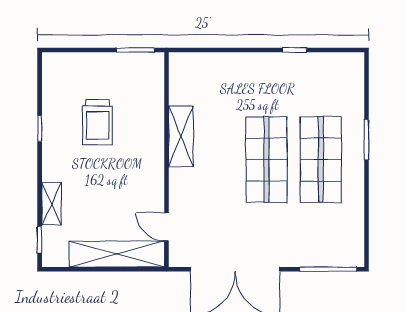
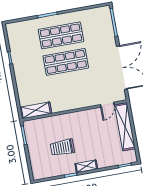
trolley: (98, 122) -> (62, 147), turned 180
shelving: (181, 136) -> (36, 110), moved
shelving: (51, 204) -> (86, 166), moved

